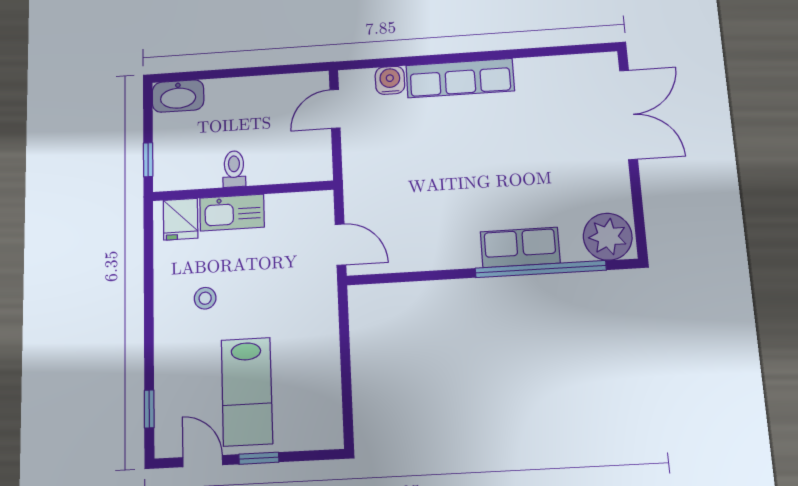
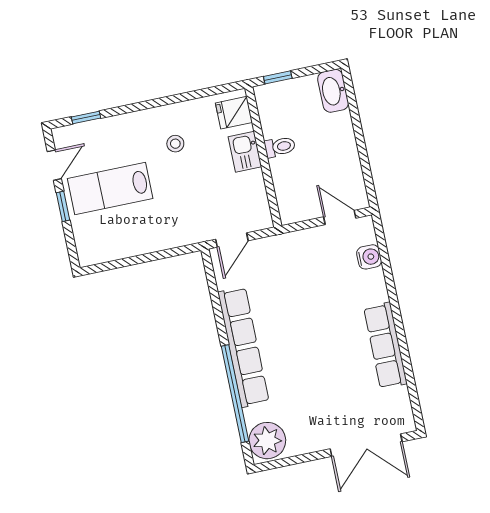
row of seats: (460, 78) -> (385, 346), moved
kitchen sink: (232, 213) -> (245, 152), width x0.73
row of seats: (520, 247) -> (243, 347), width x2.02

